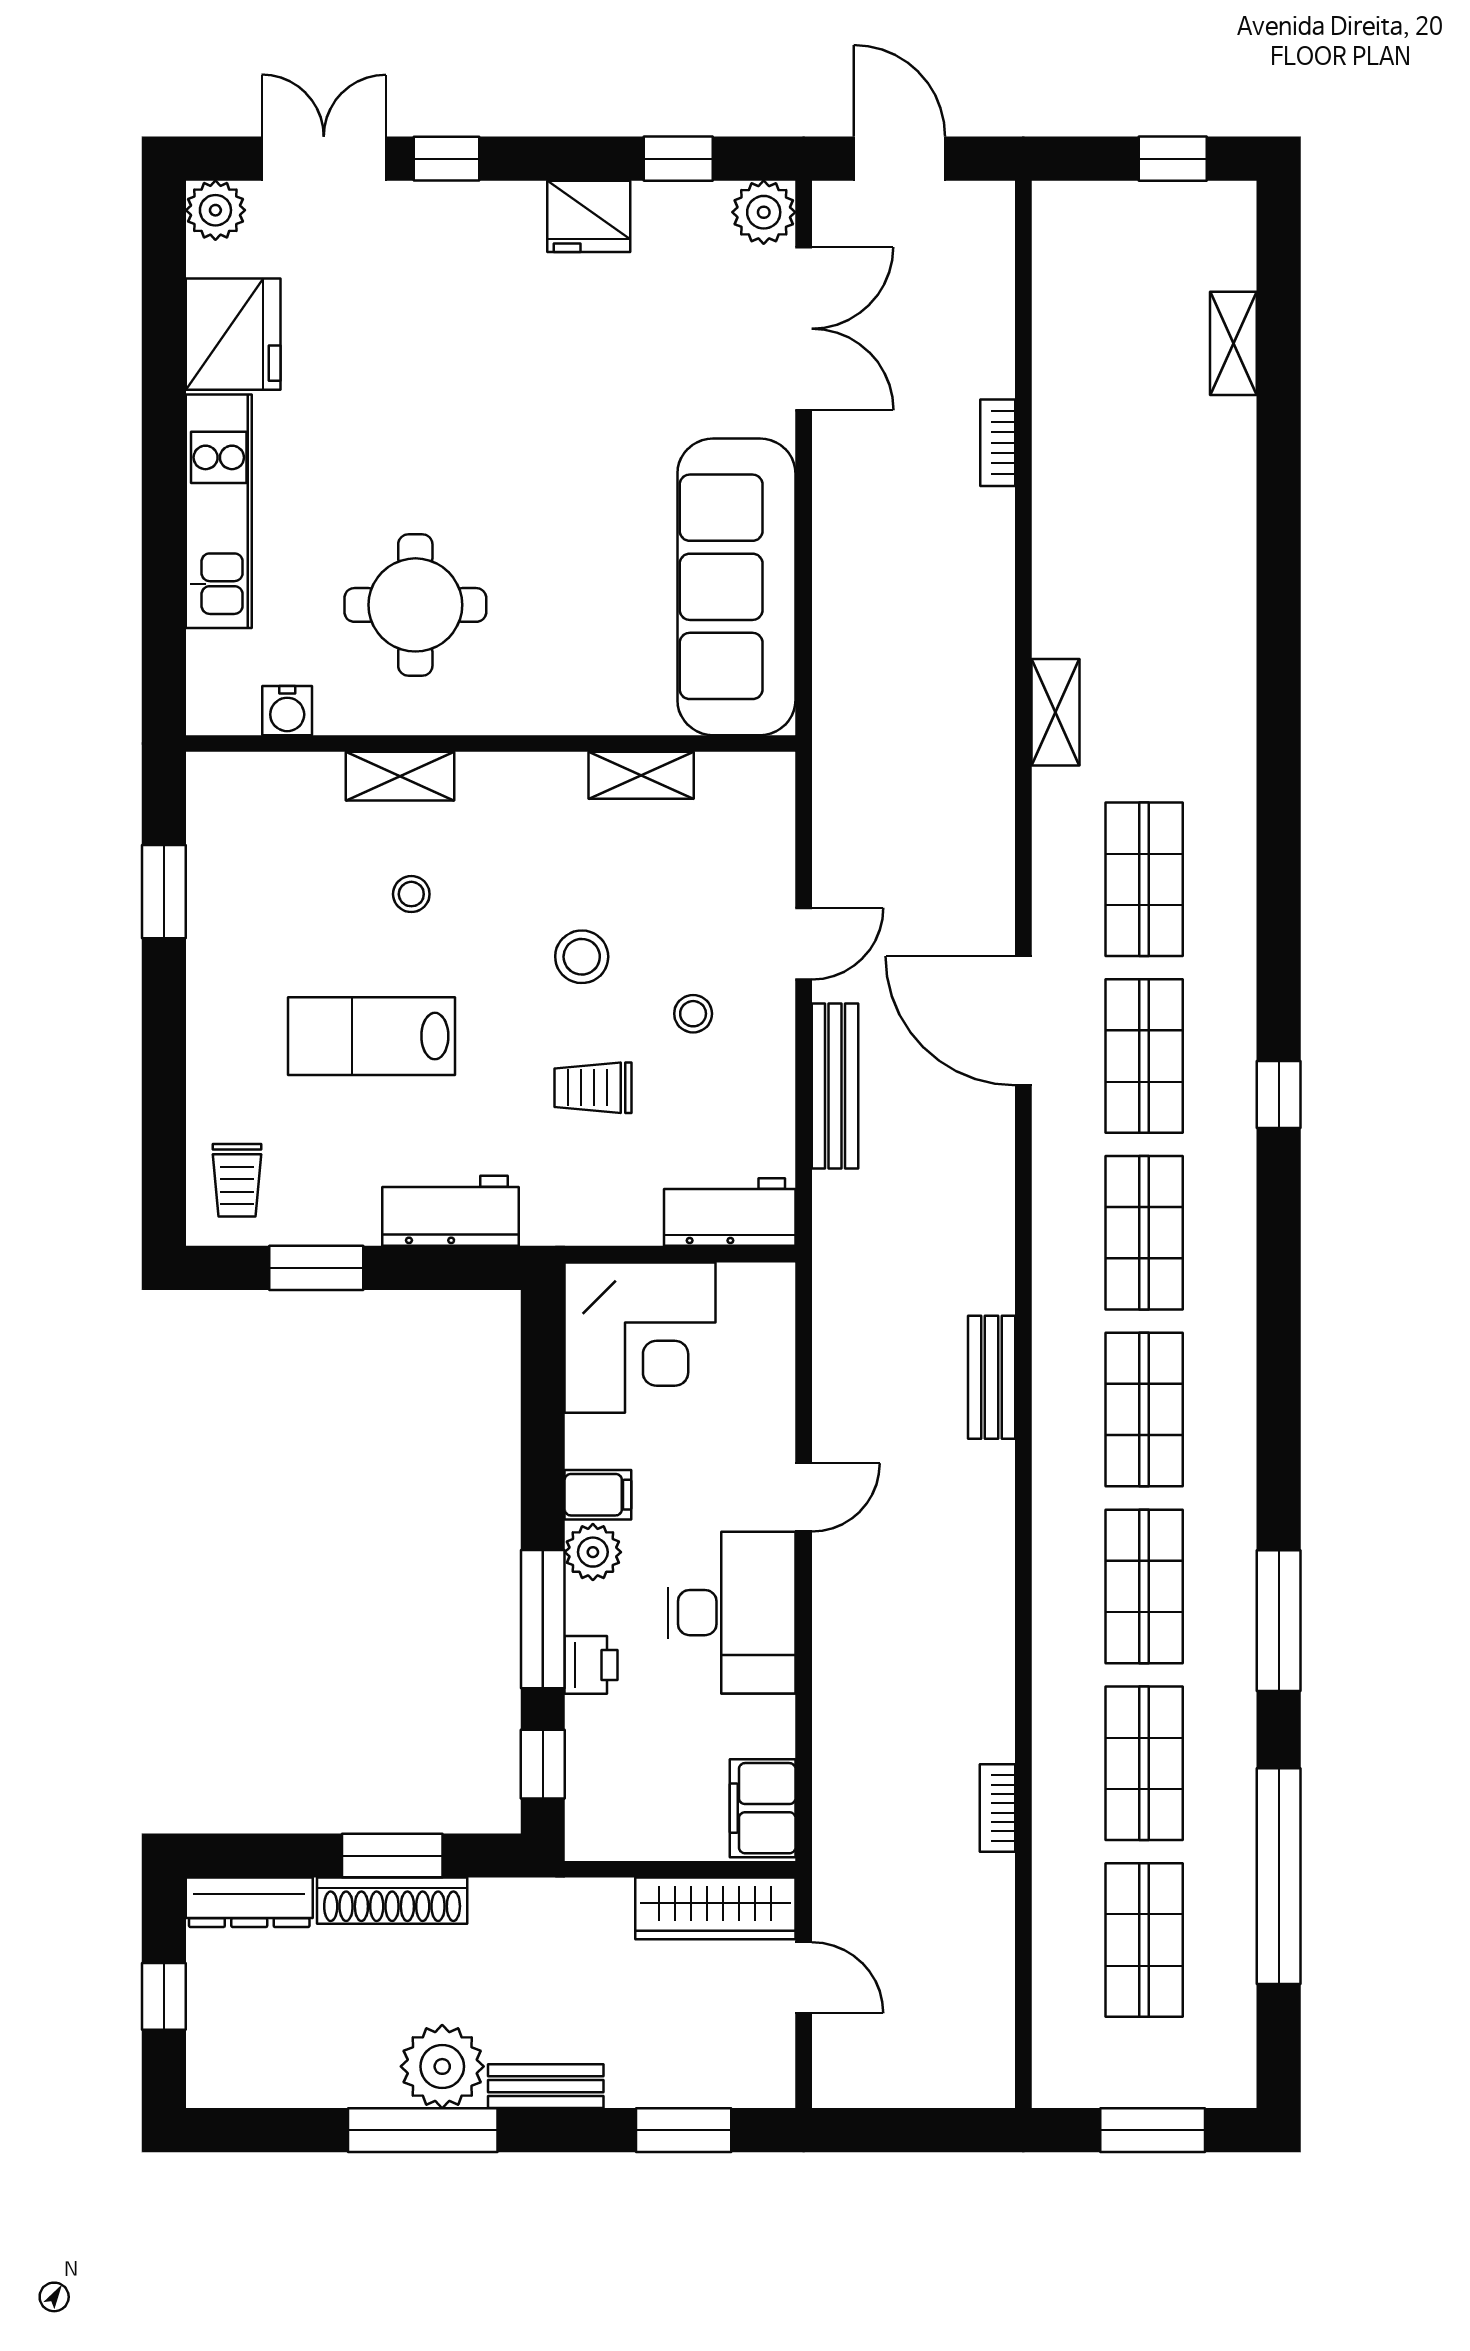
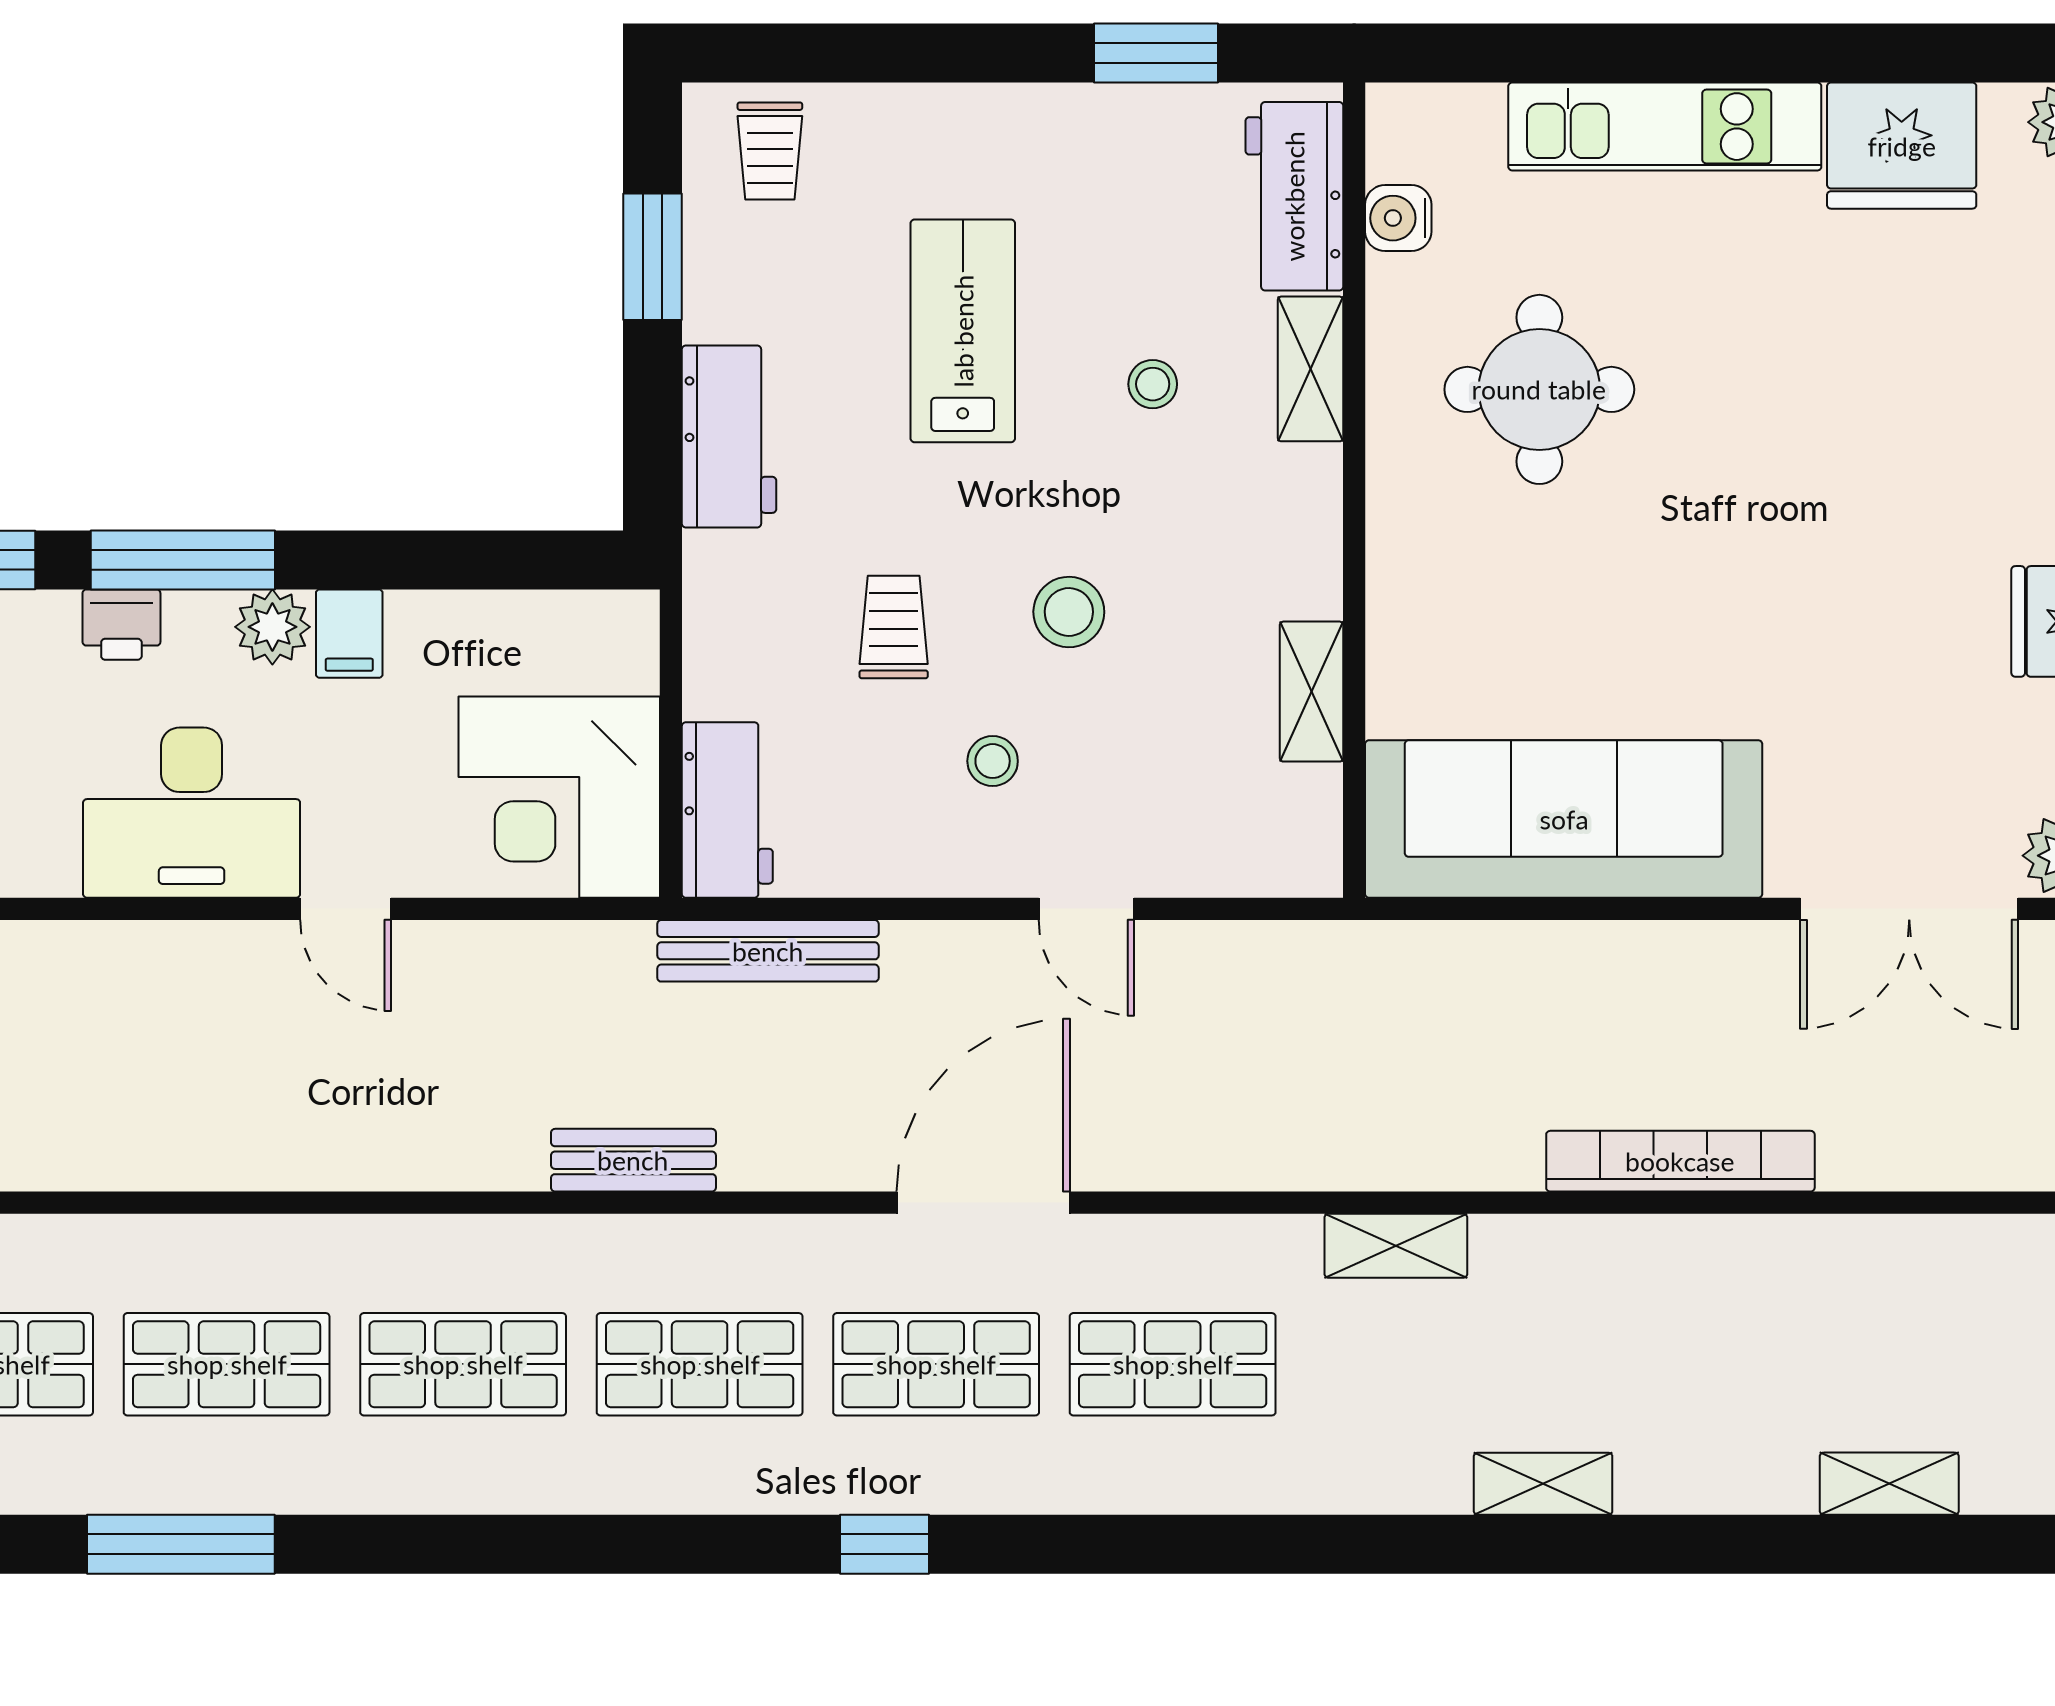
bookcase: (998, 443) -> (1680, 1161), width x2.31, depth x1.31
shelving: (1233, 602) -> (1543, 1484), added
workbench: (271, 788) -> (1294, 196), added
bench: (835, 1086) -> (768, 951), moved
trolley: (237, 1180) -> (770, 151), turned -90
corner desk: (640, 1338) -> (559, 797), moved
bench: (992, 1377) -> (633, 1160), moved

